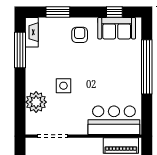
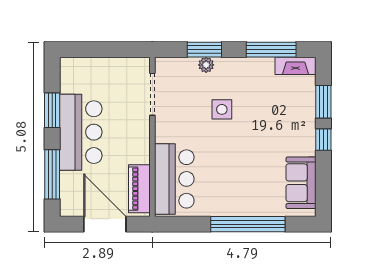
window: (114, 12) -> (323, 140), moved
armchair: (80, 35) -> (292, 132), removed
window: (20, 98) -> (204, 50), added
plant: (36, 102) -> (206, 65), width x0.53, depth x0.53

